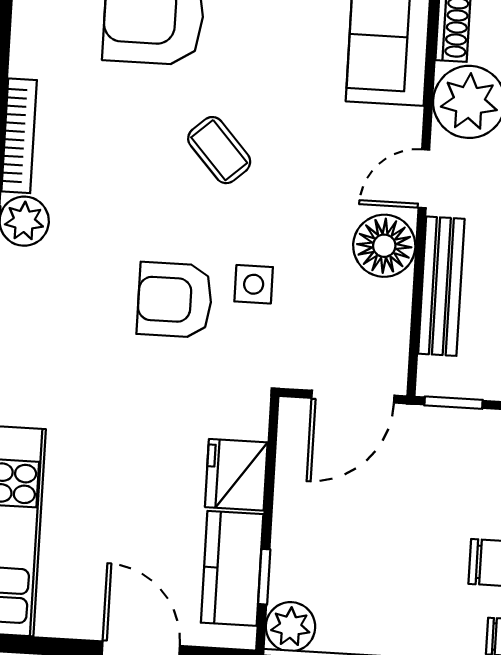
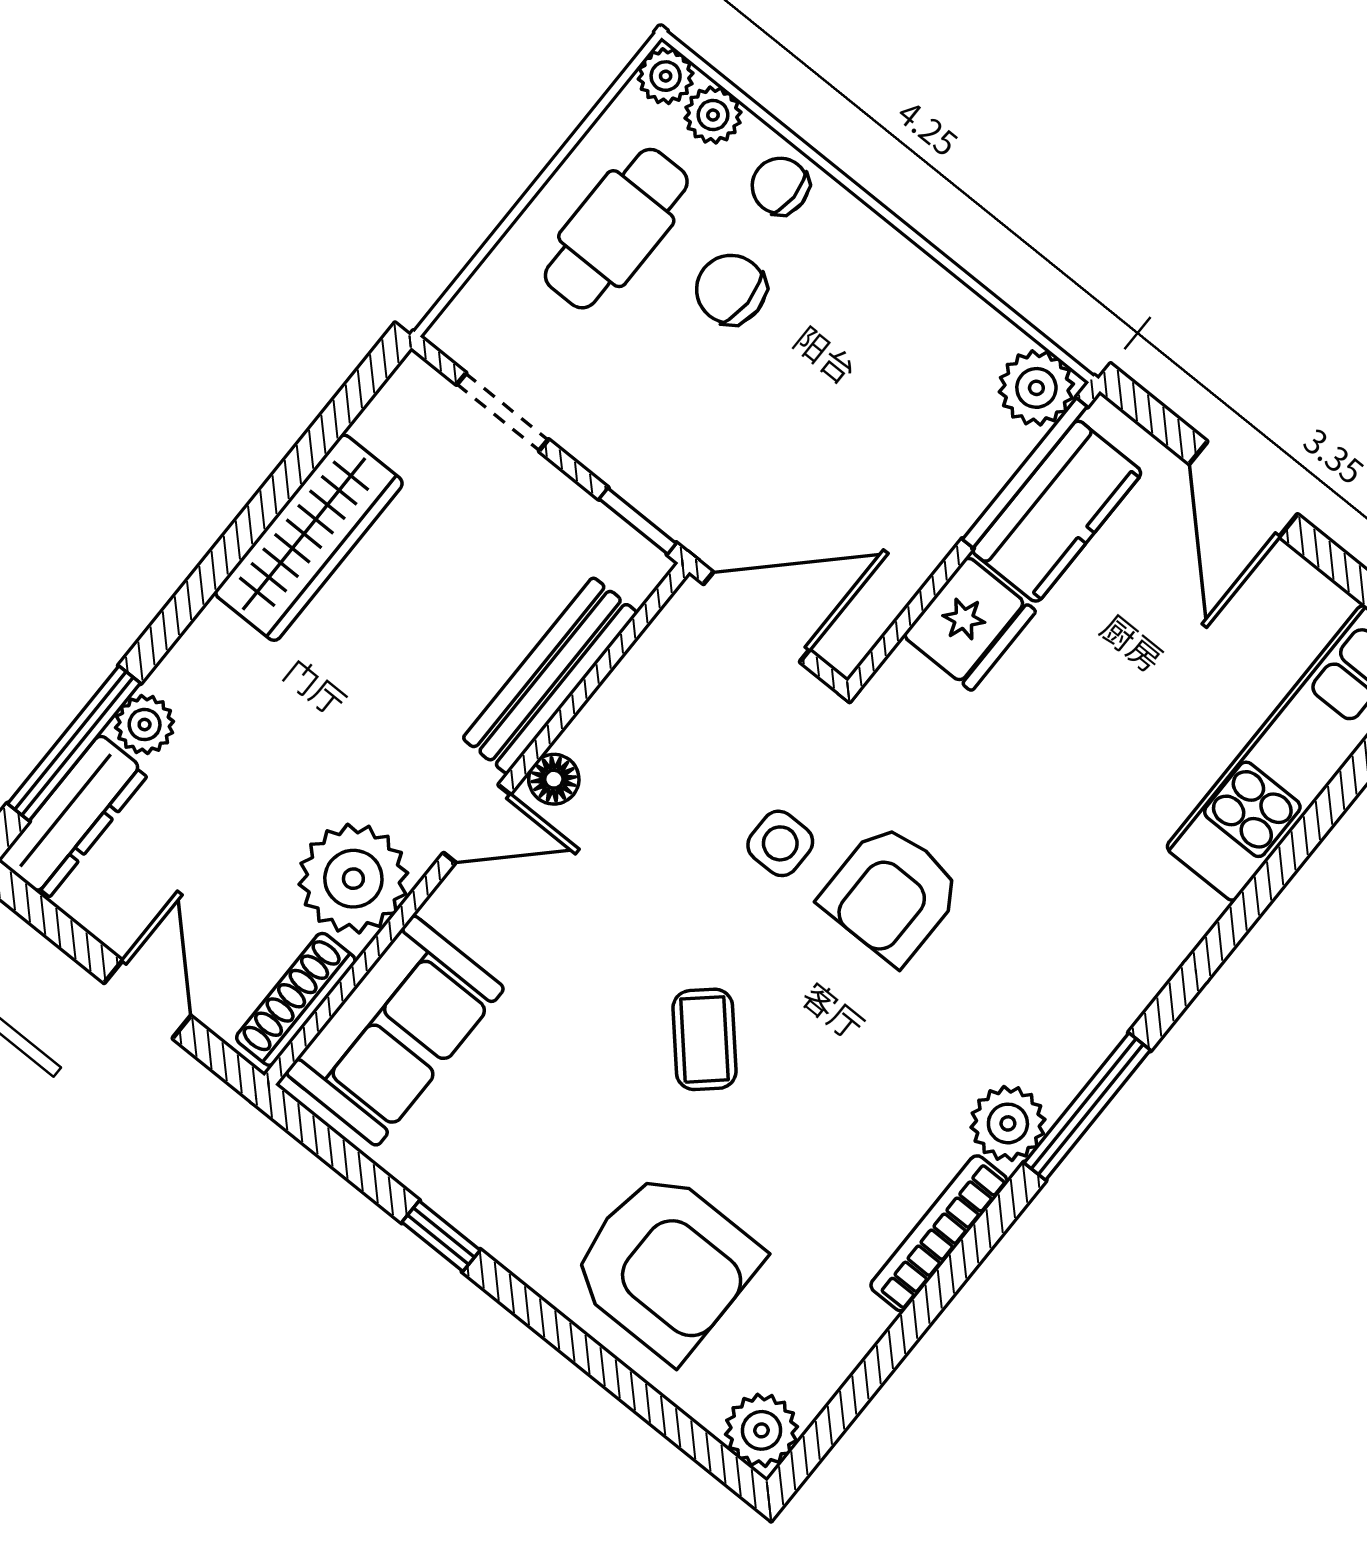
floor lamp: (384, 246) -> (554, 779), width x0.53, depth x0.53
armchair: (175, 300) -> (891, 894), turned 90
window: (264, 577) -> (1025, 473), width x2.17

